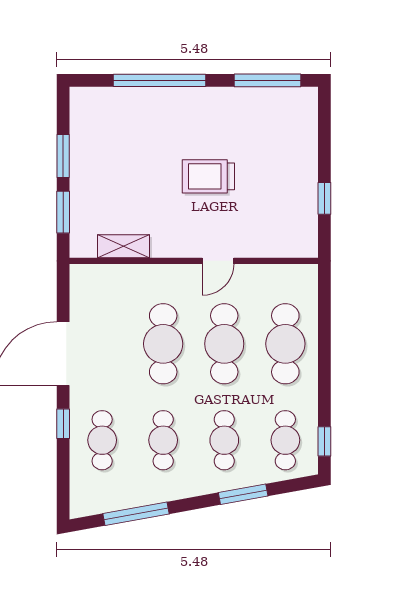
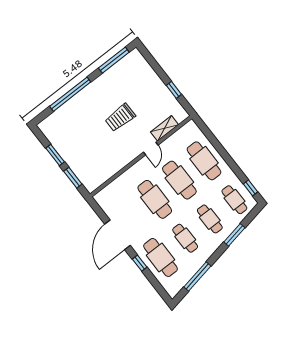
shelving: (124, 246) -> (164, 128), moved
cafe table: (102, 440) -> (160, 257), width x1.37, depth x1.35

